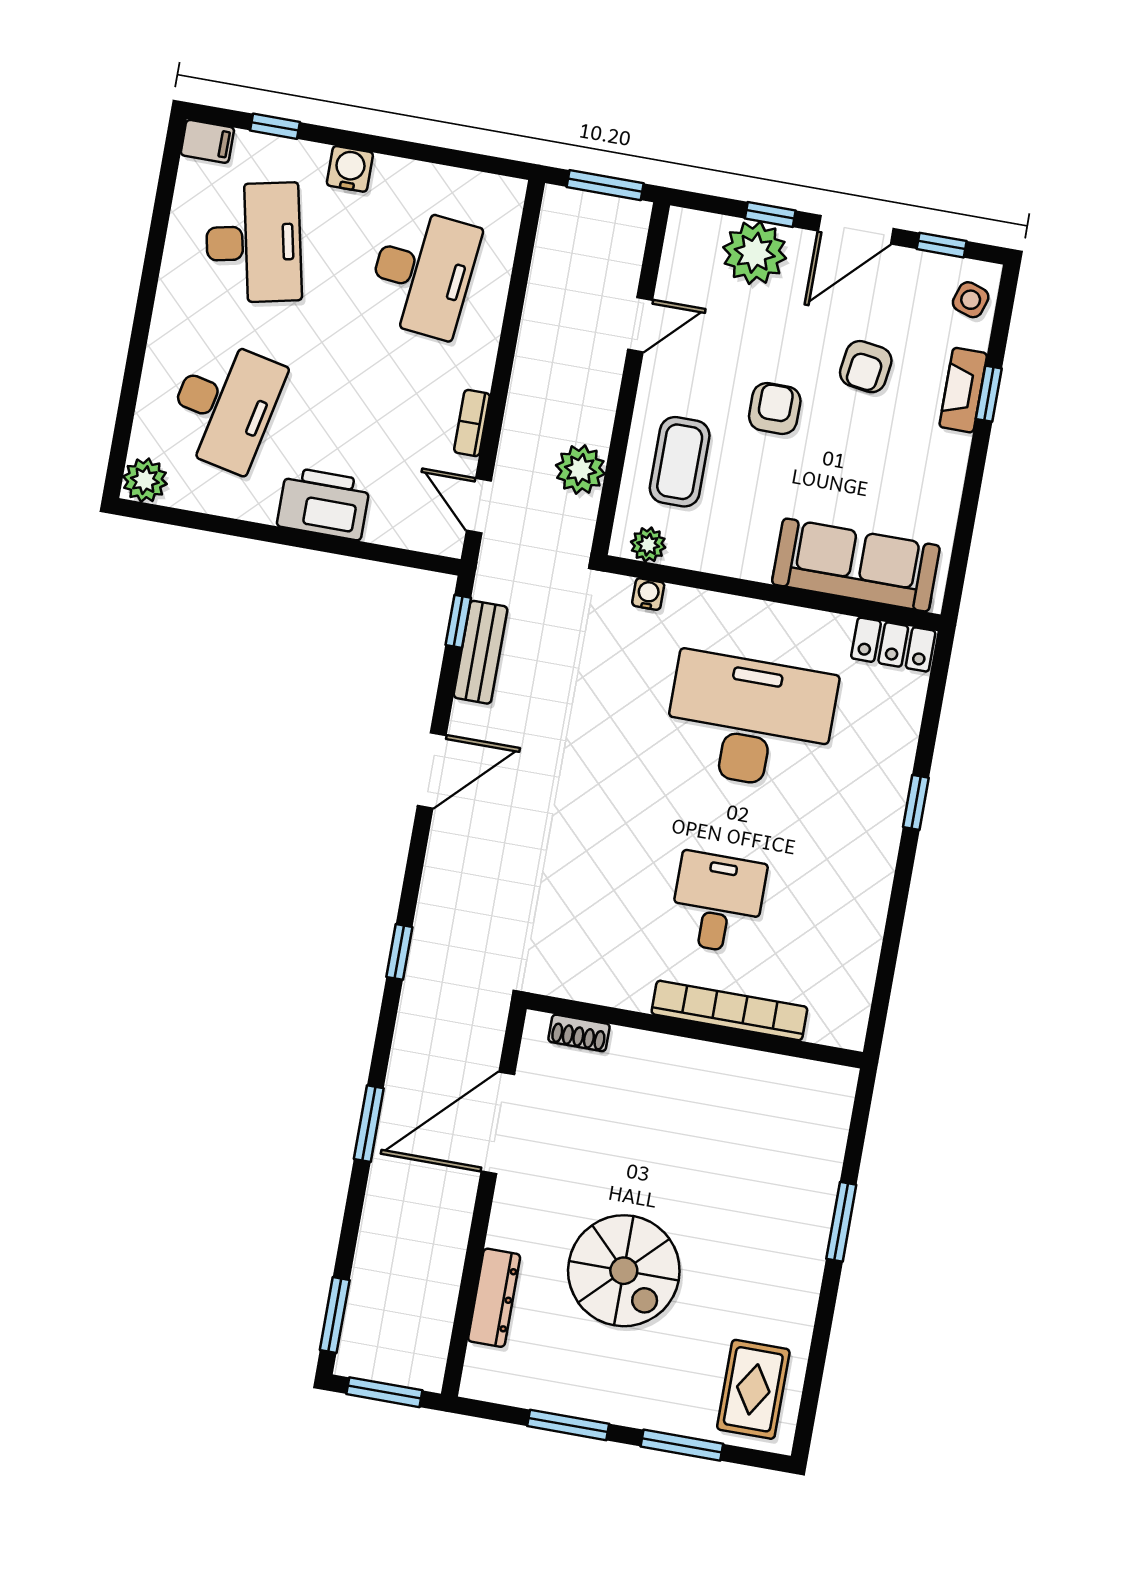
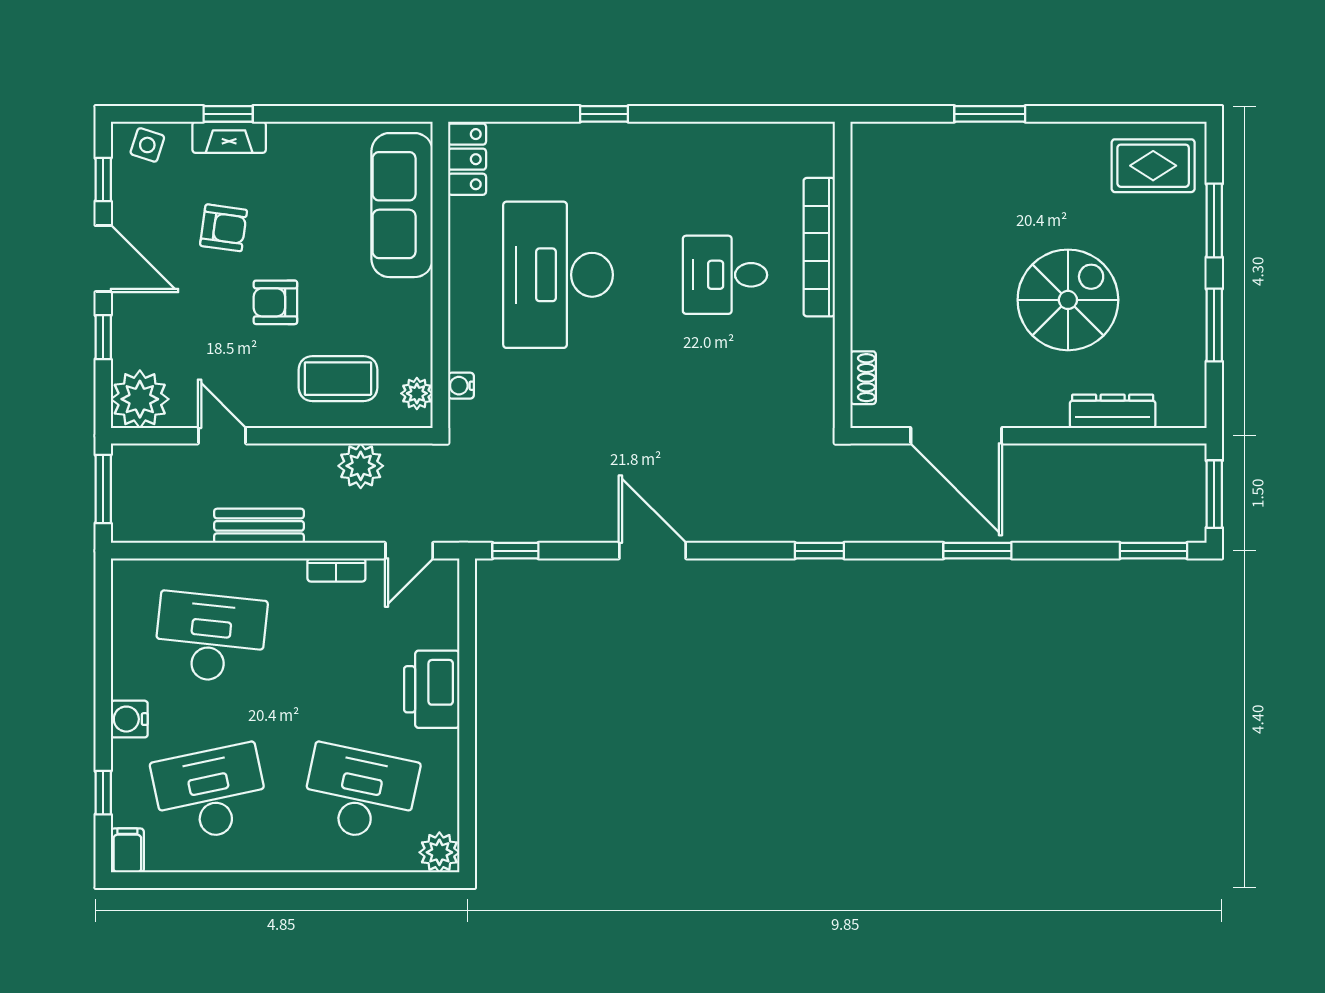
plant: (755, 253) -> (140, 399), moved
bench: (481, 652) -> (259, 526), moved

